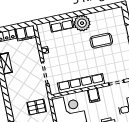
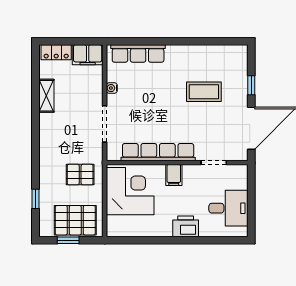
plant: (82, 23) -> (180, 58), removed
row of seats: (62, 25) -> (138, 53), width x1.48

